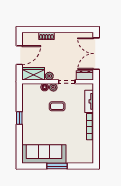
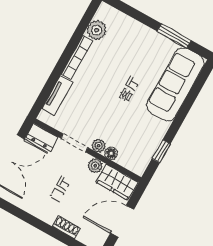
coffee table: (57, 106) -> (109, 115), removed
window: (19, 118) -> (161, 151), moved
plant: (88, 147) -> (97, 30), added
sofa: (44, 154) -> (175, 84), moved, turned 90
window: (57, 166) -> (174, 36), moved

